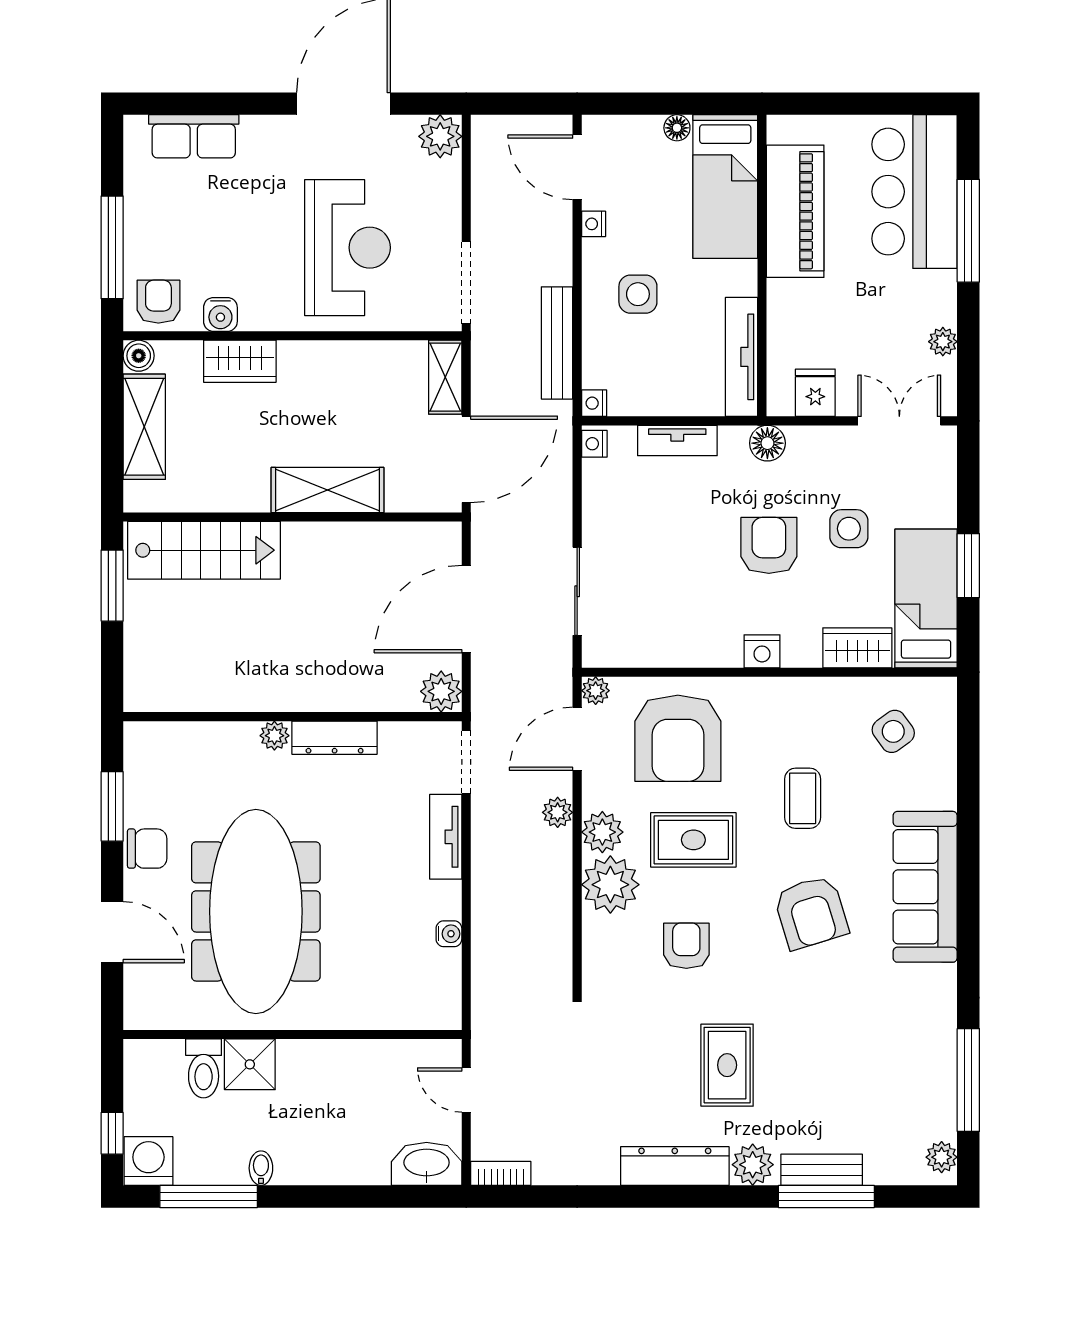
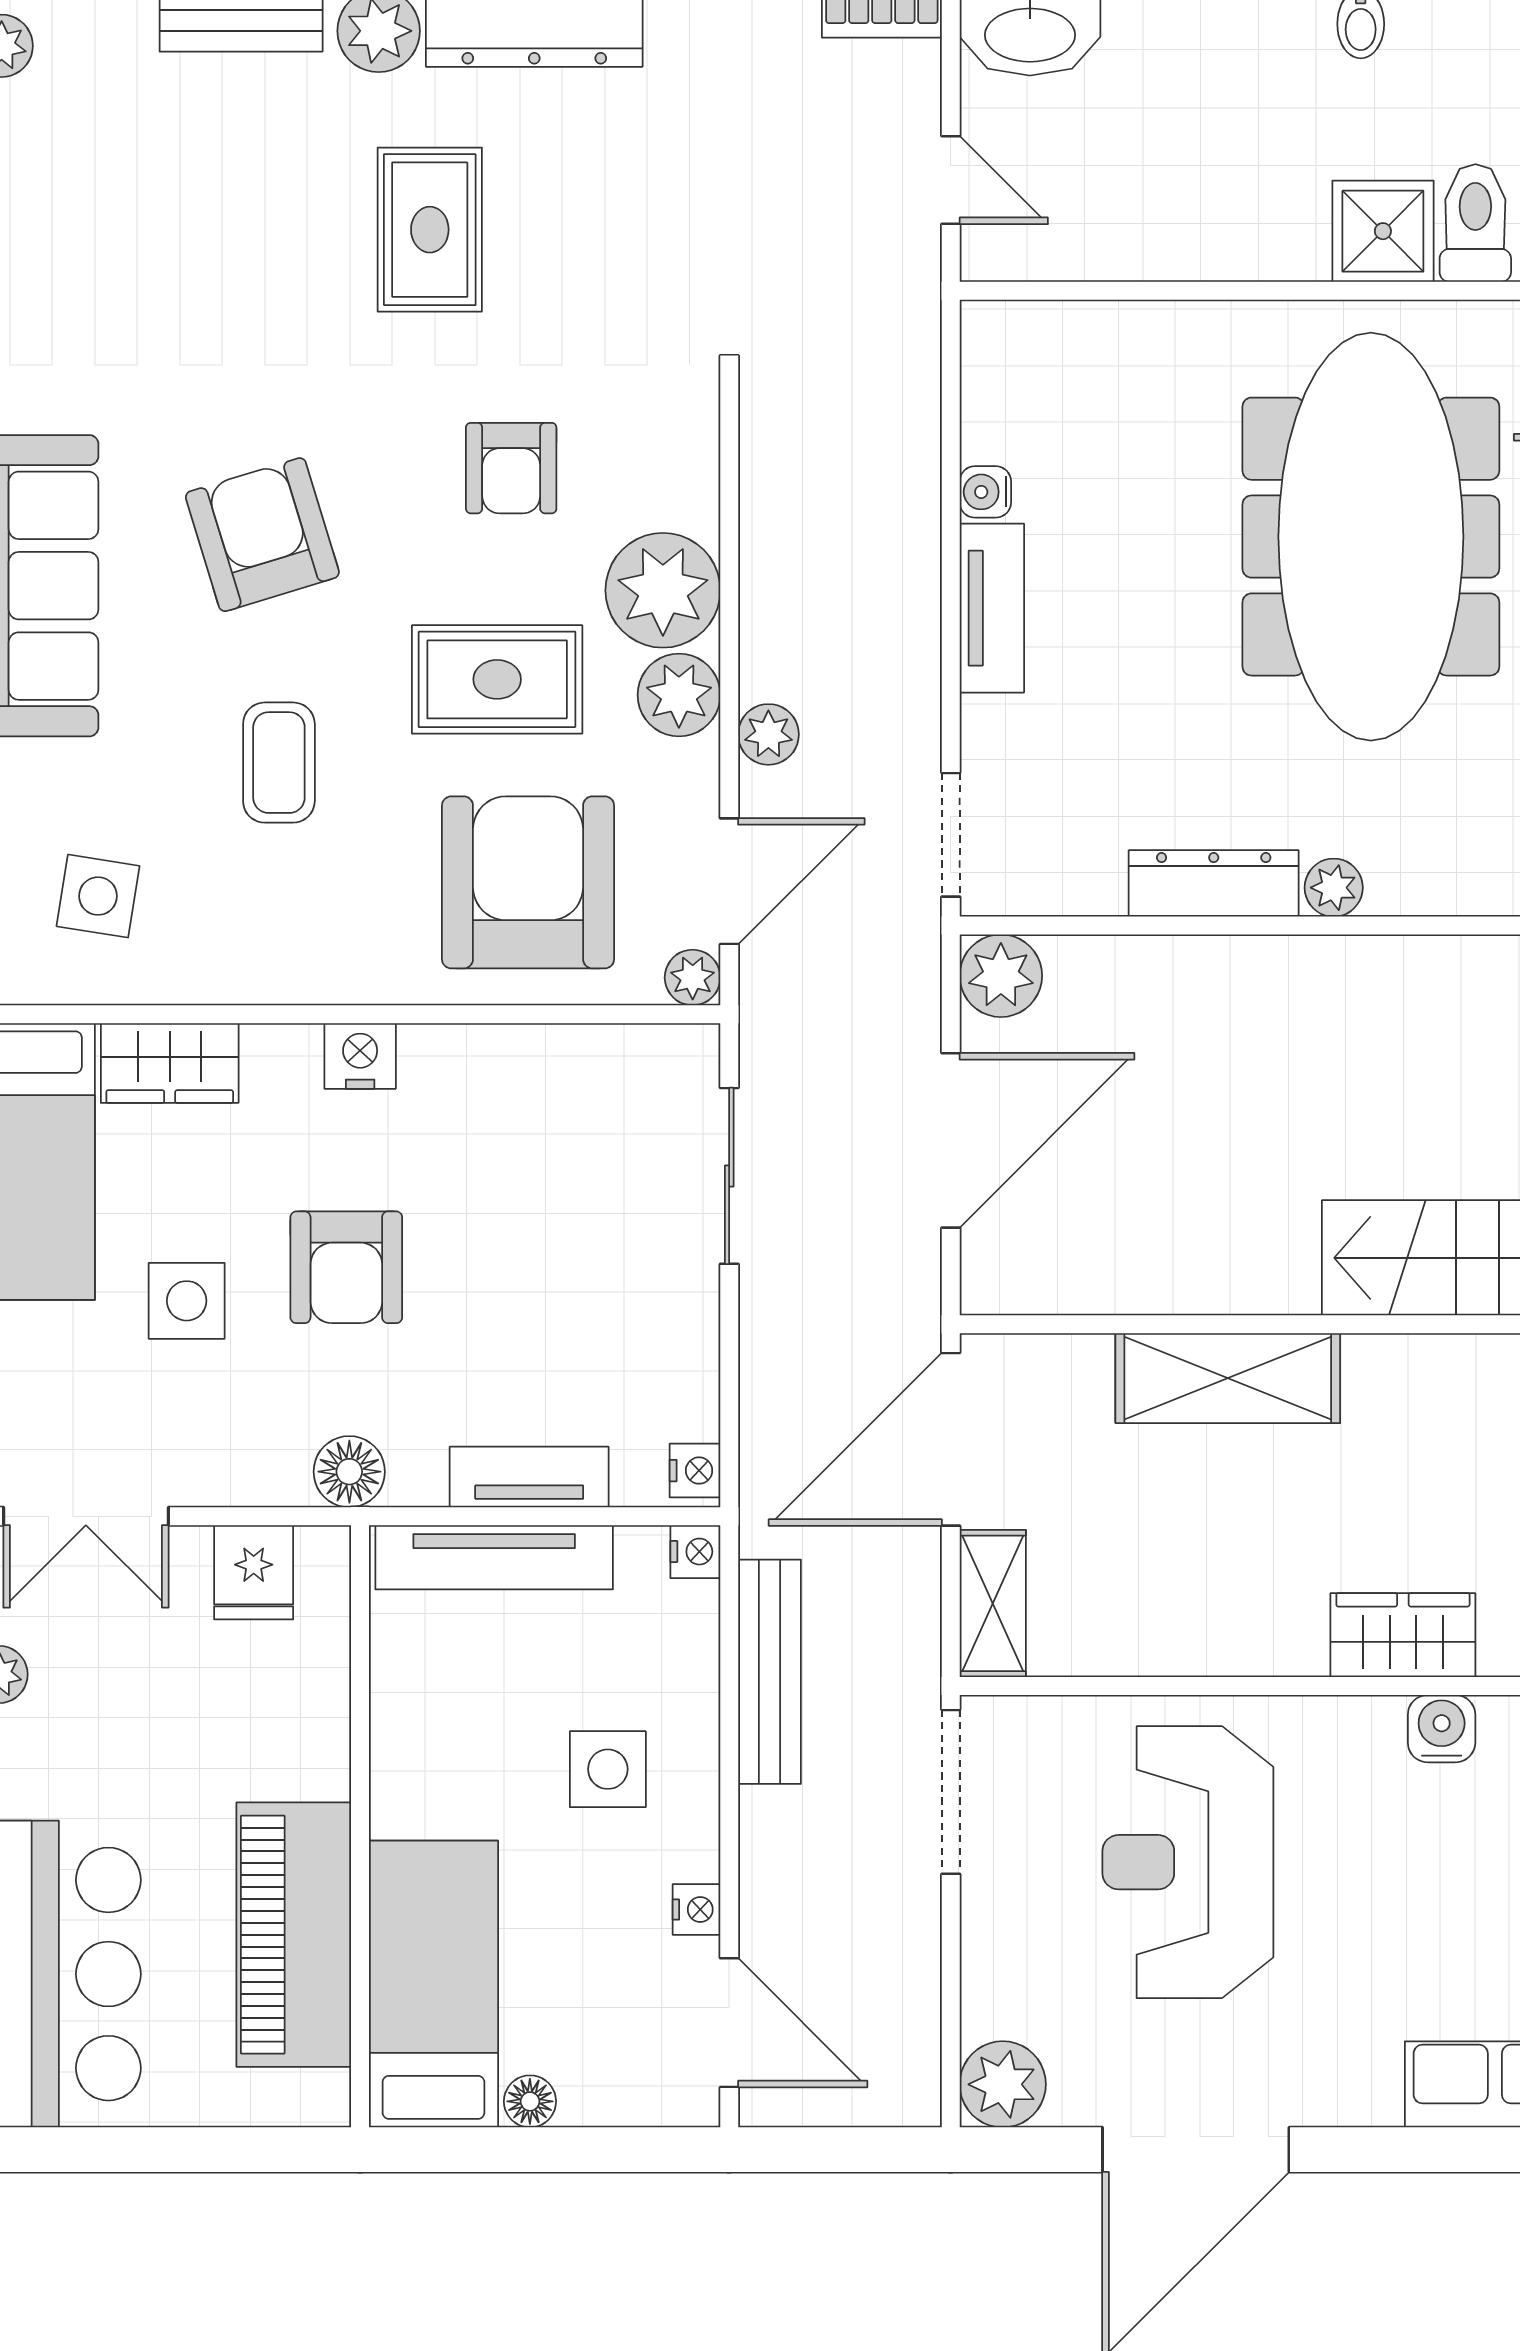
tv unit: (741, 357) -> (494, 1557), moved, turned 90
side table: (893, 731) -> (98, 896), turned 45
tv unit: (446, 837) -> (992, 608), moved

